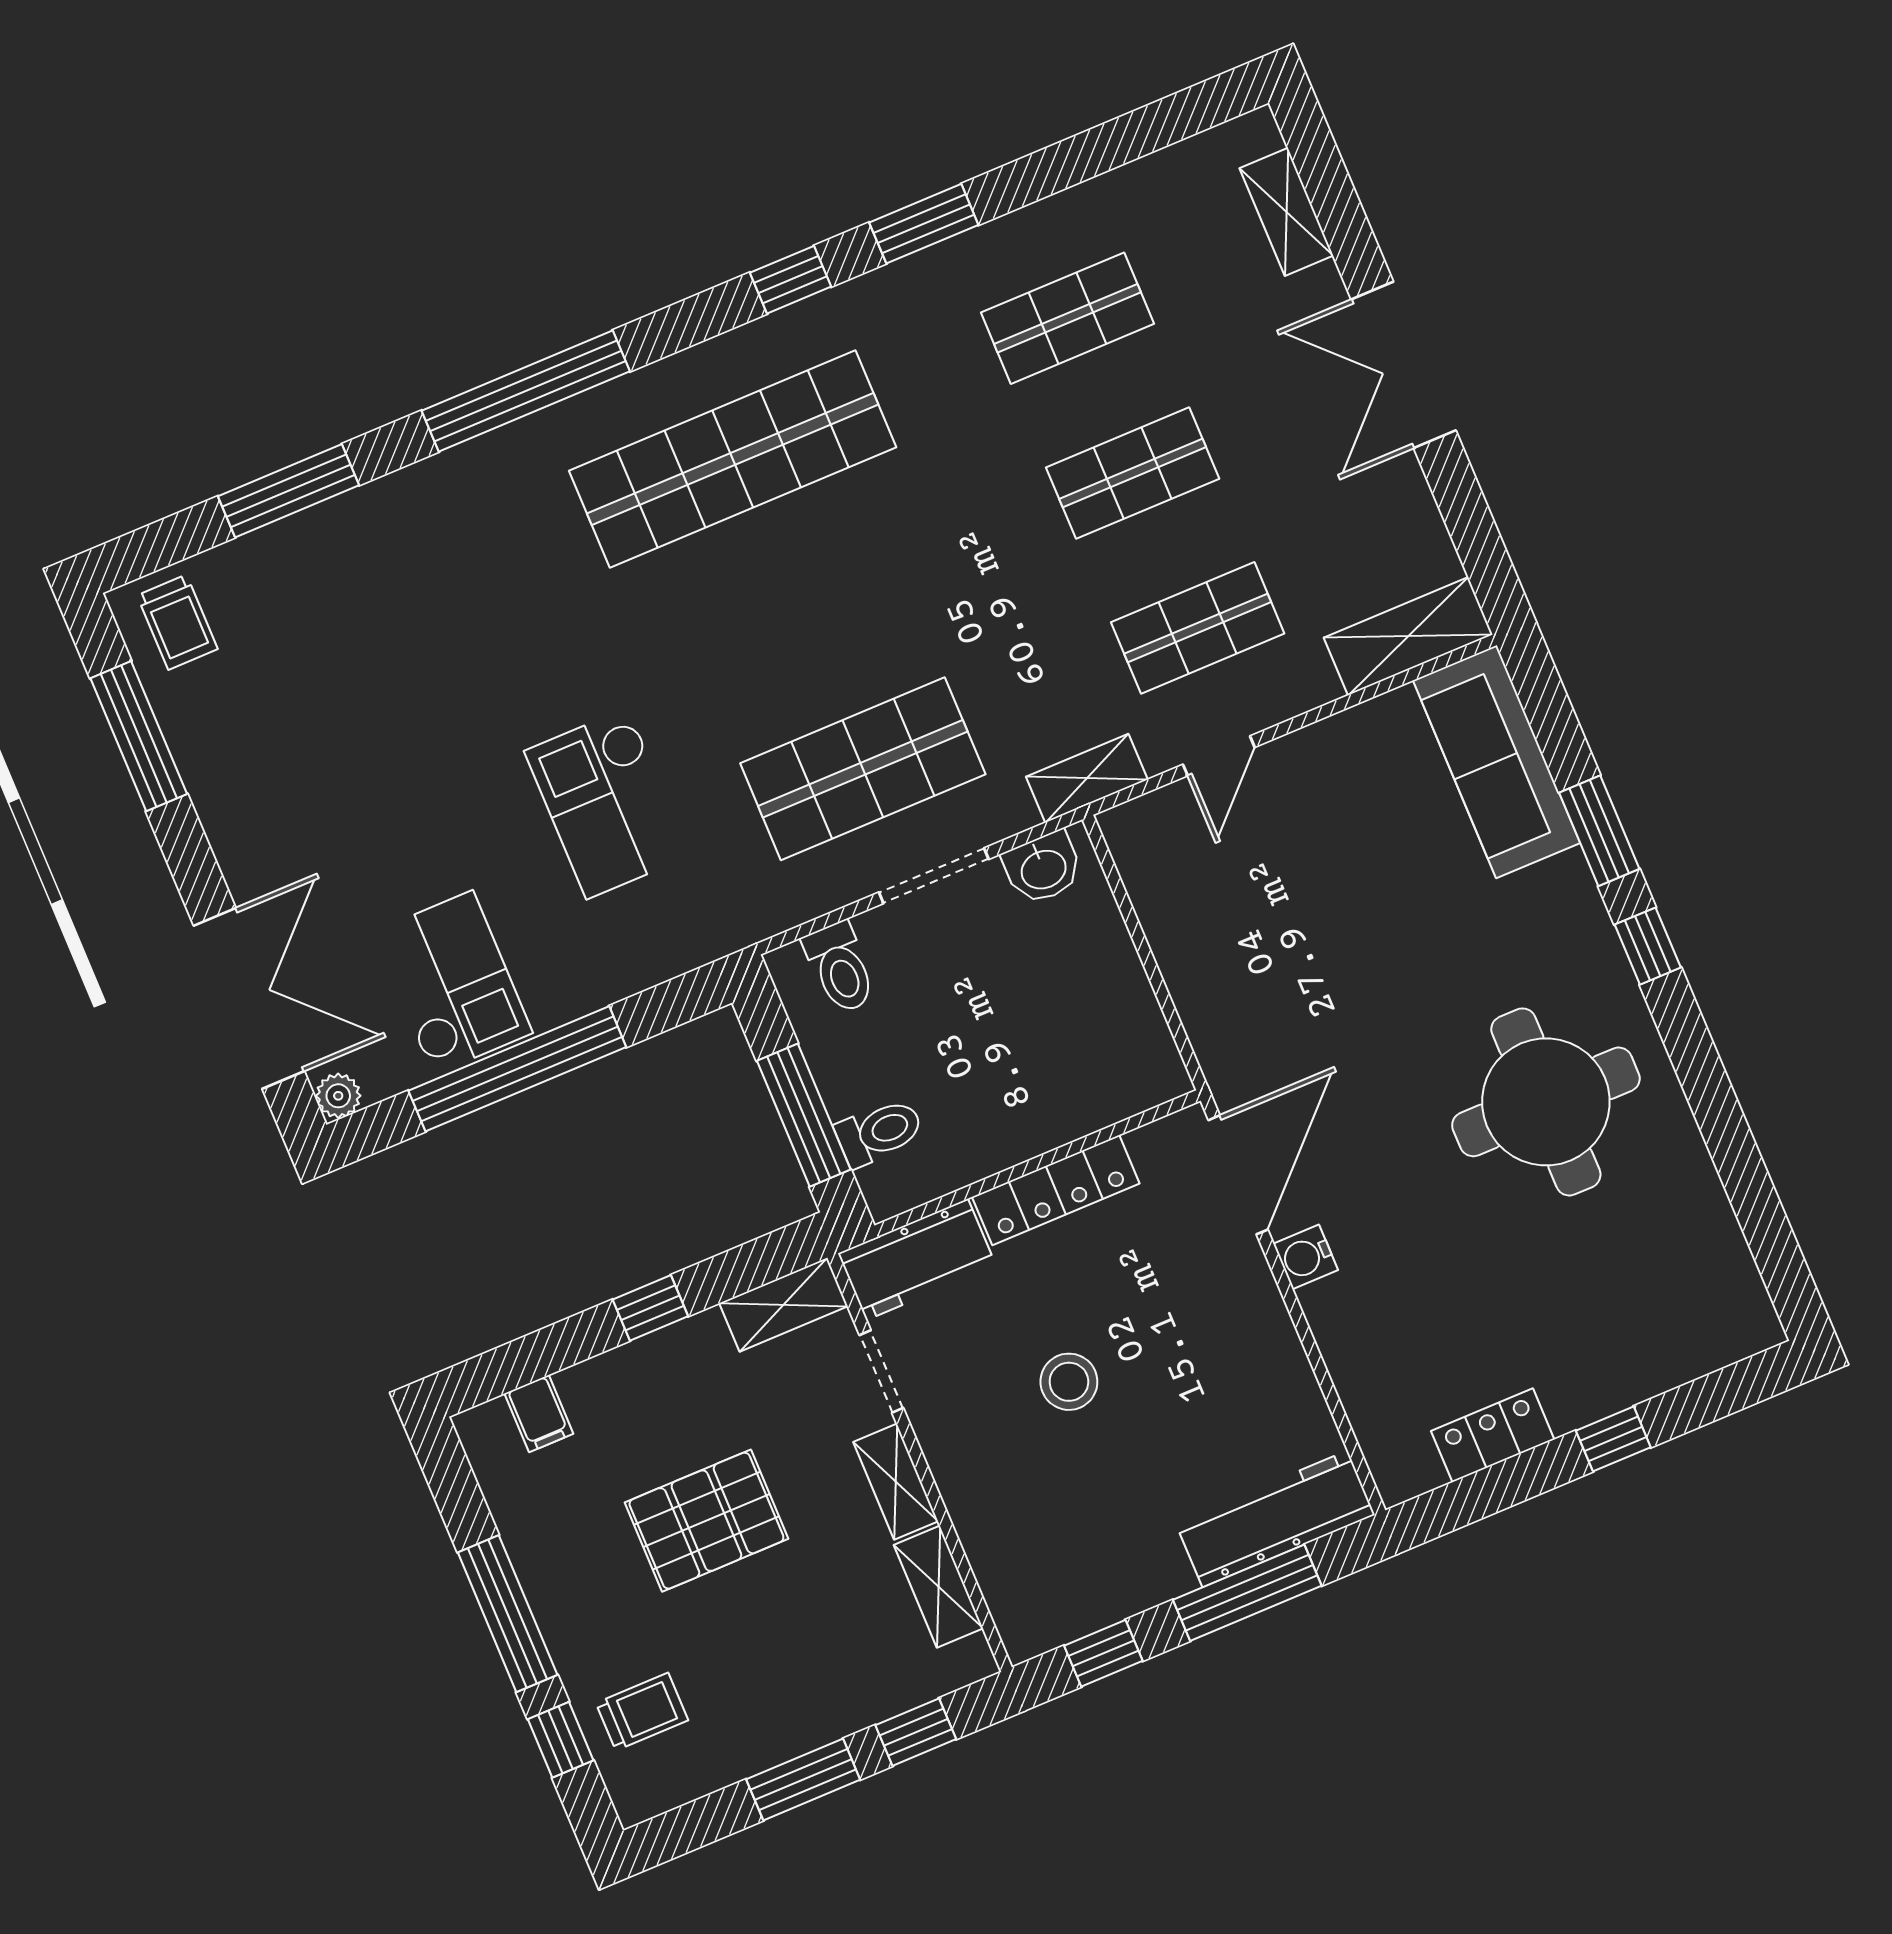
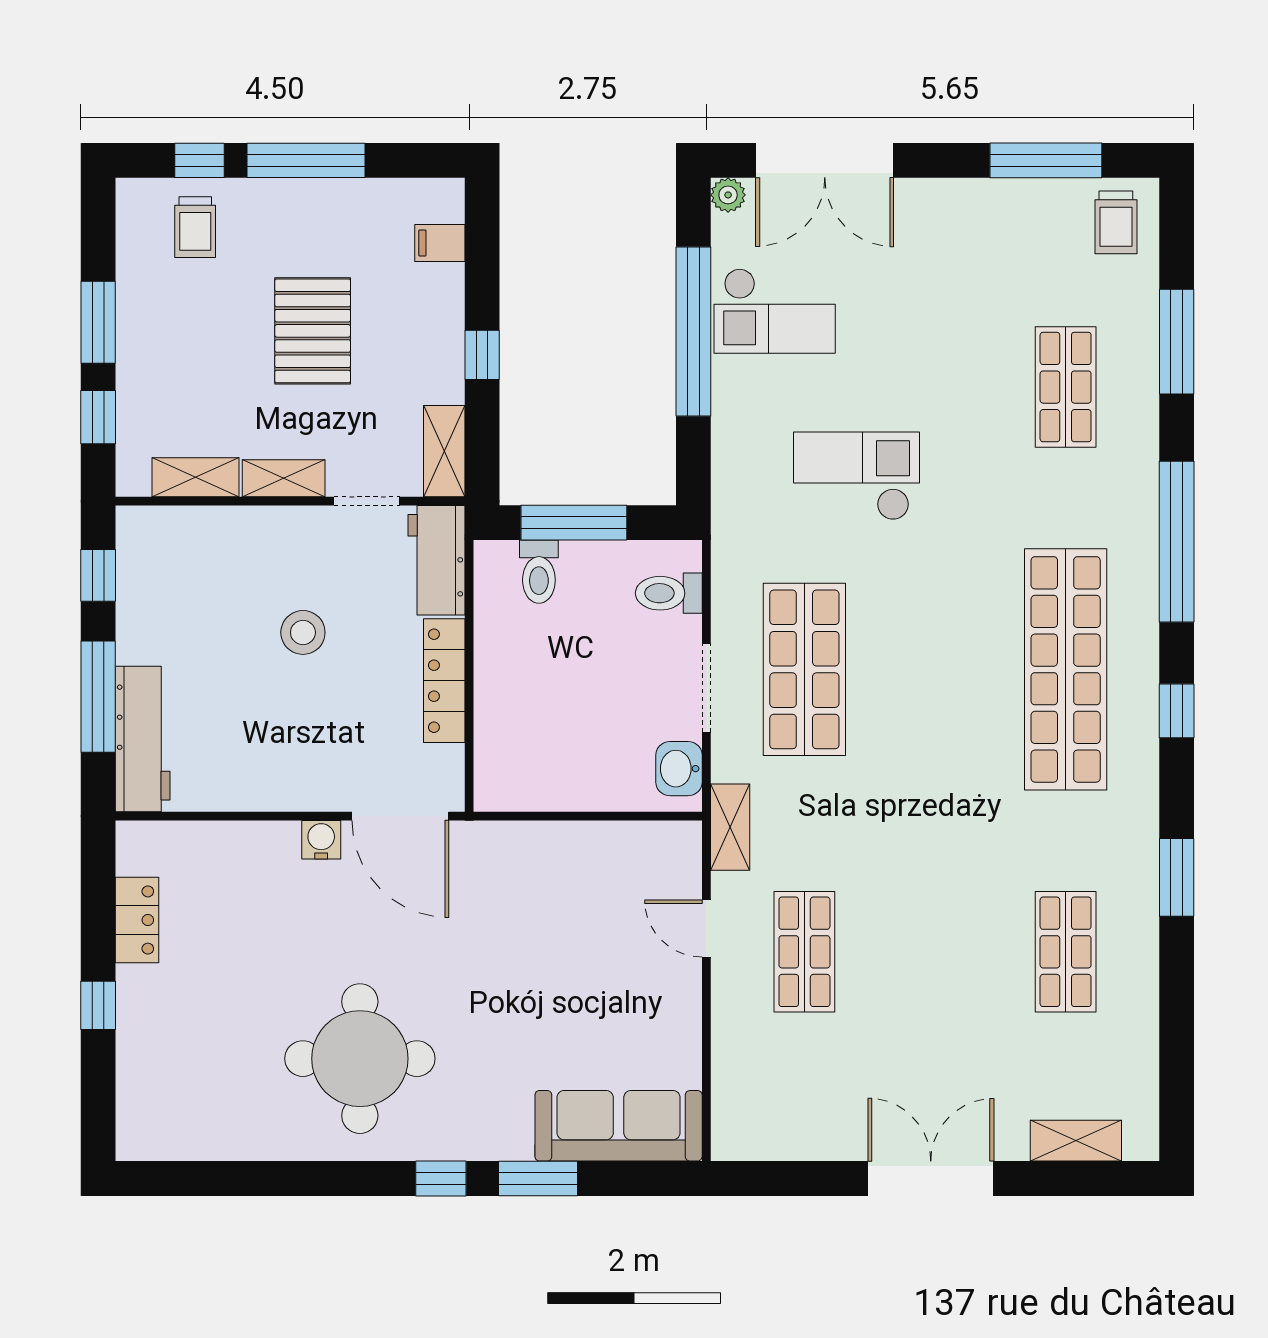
window: (791, 280) -> (1177, 711), moved
shop shelf: (1133, 473) -> (1066, 387), moved
trolley: (177, 622) -> (1116, 222), turned -90
shelving: (1408, 636) -> (735, 1100), removed

